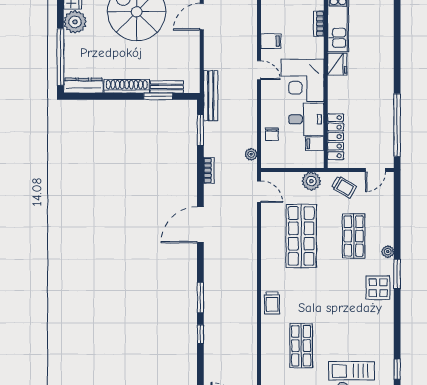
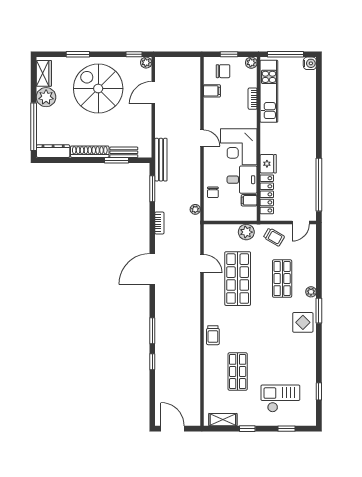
filing cabinet: (271, 41) -> (212, 91), moved
fridge: (337, 64) -> (268, 164), moved
door: (259, 192) -> (202, 264), moved

